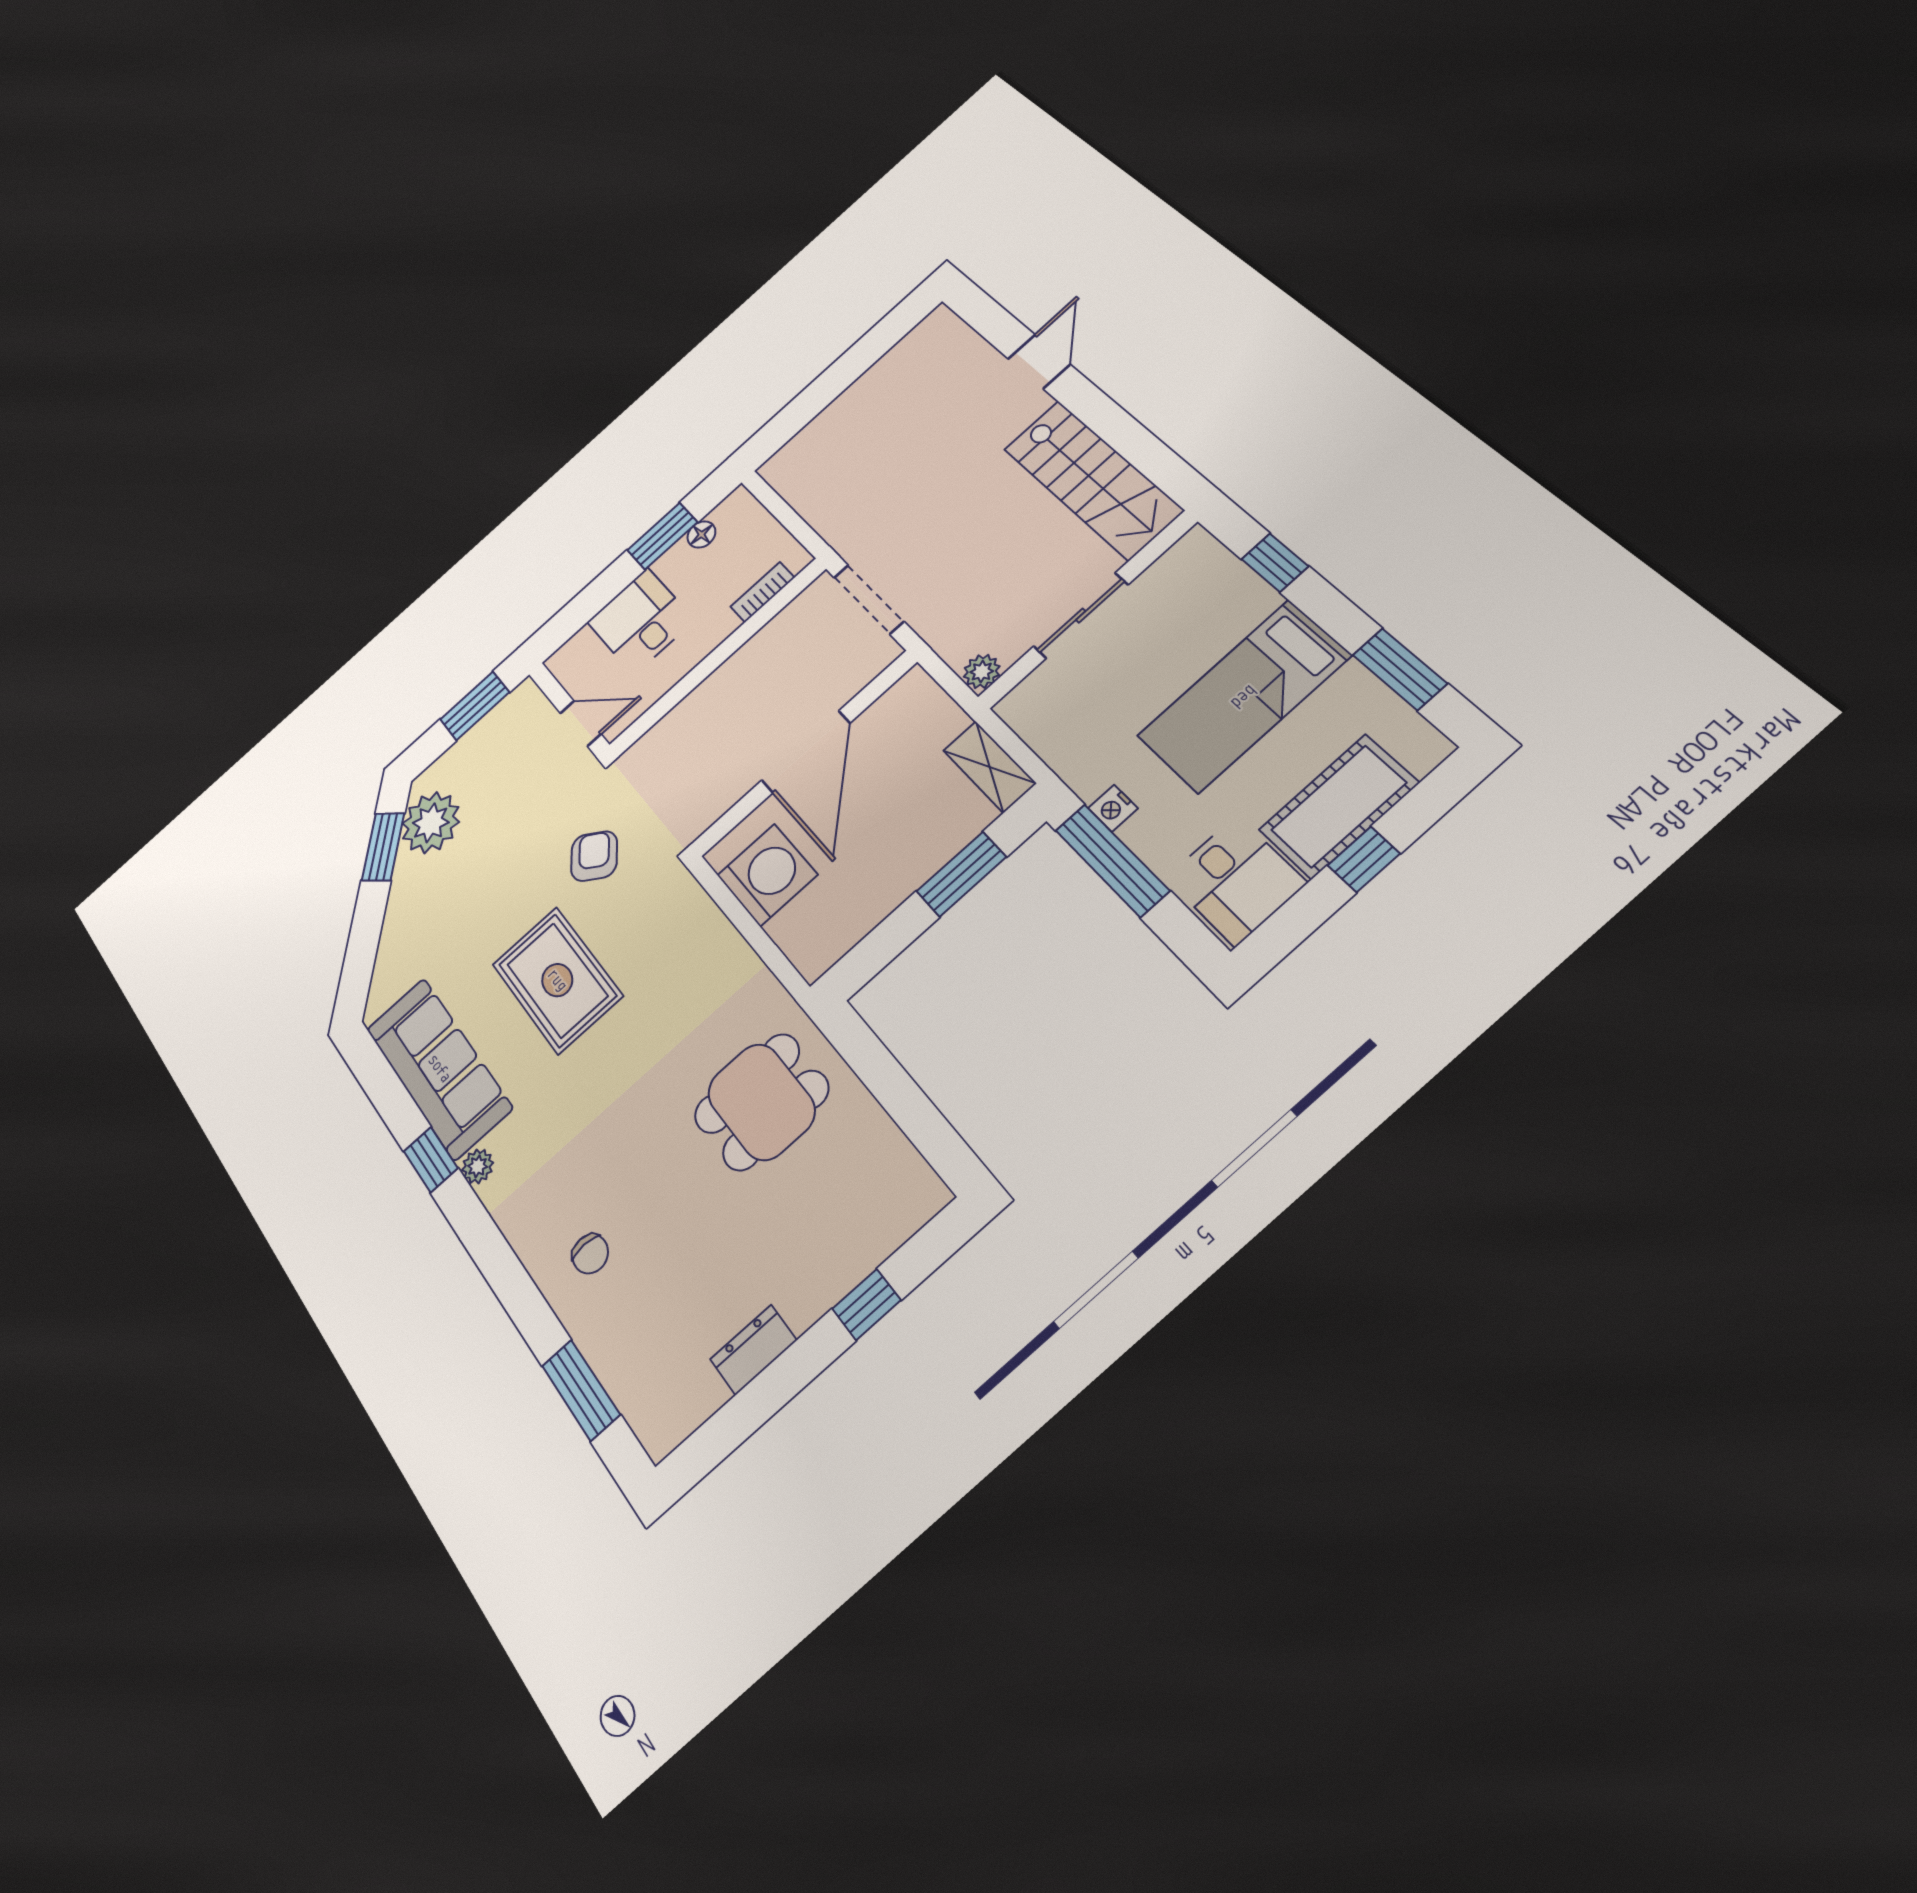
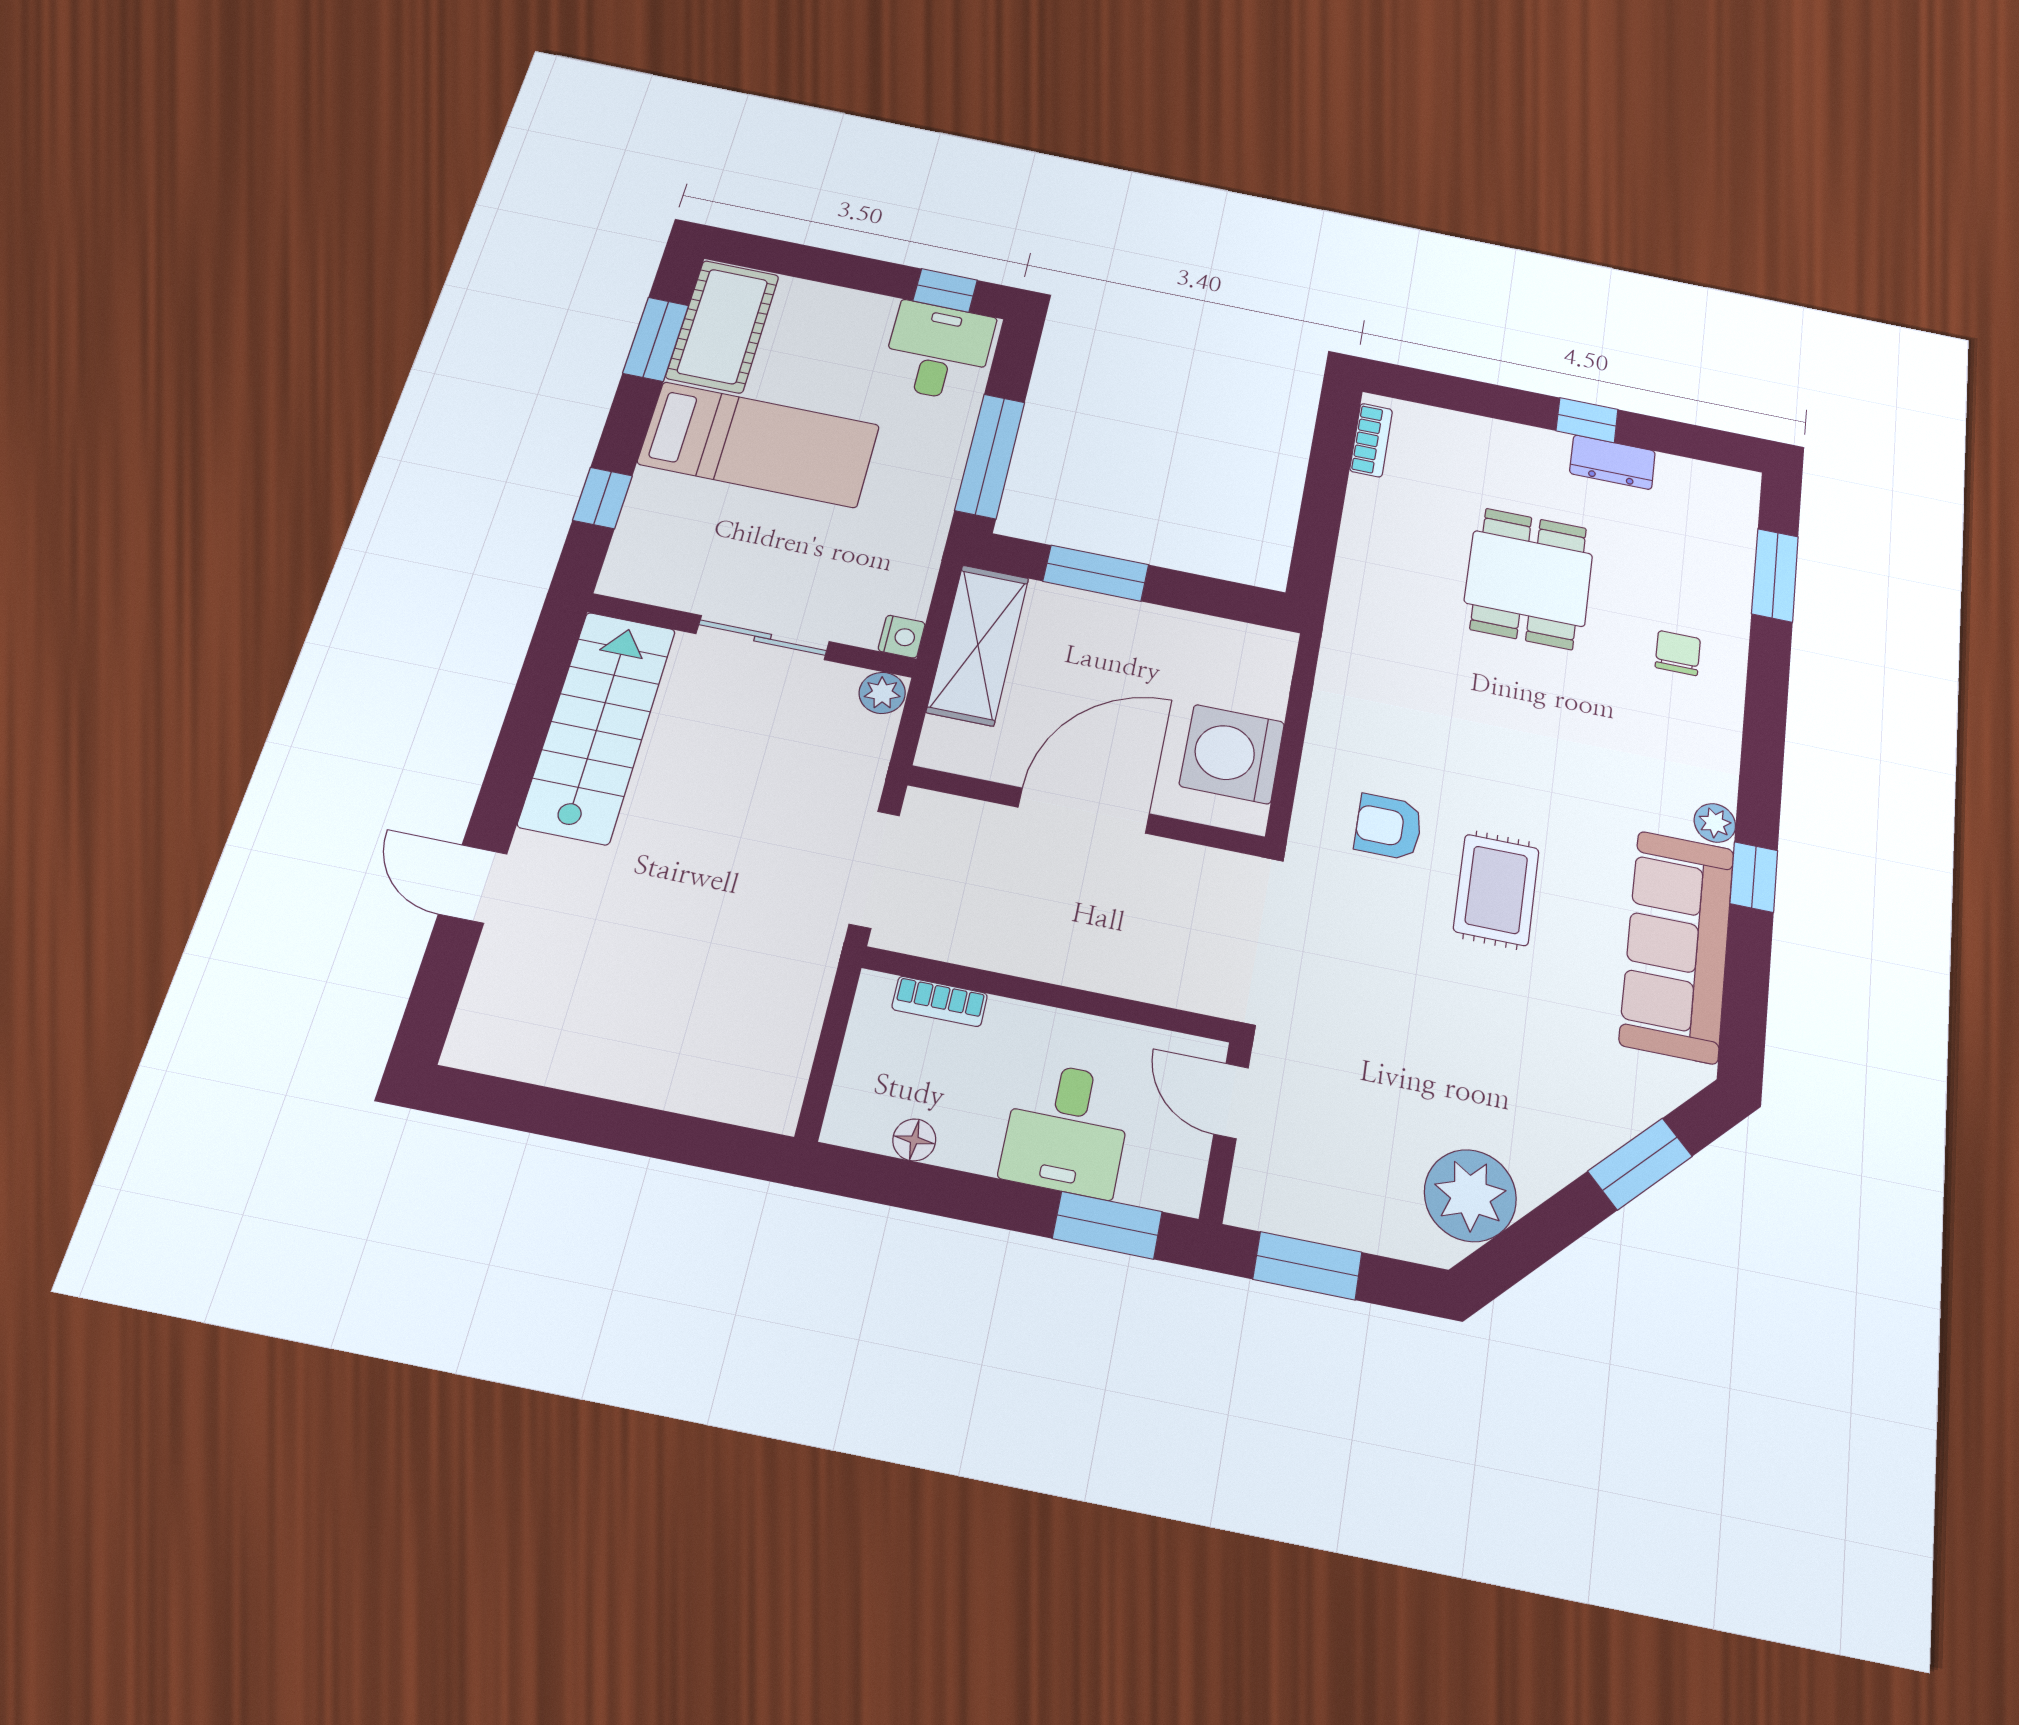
door: (1039, 362) -> (473, 884), hinge flipped
window: (662, 536) -> (1107, 1225), moved
shelving: (989, 767) -> (978, 645), width x1.50, depth x1.33
cot: (1339, 806) -> (723, 326), moved, turned 90
nightstand: (1113, 808) -> (902, 637), moved
window: (383, 847) -> (1640, 1164), moved
armchair: (594, 856) -> (1388, 827), moved, turned 54
window: (1364, 859) -> (945, 290), moved
rug: (557, 980) -> (1496, 890), width x0.73, depth x0.70
dining table: (761, 1102) -> (1529, 578), moved, turned 90
bookcase: (913, 1168) -> (1371, 440), added
window: (866, 1304) -> (1587, 420), moved

